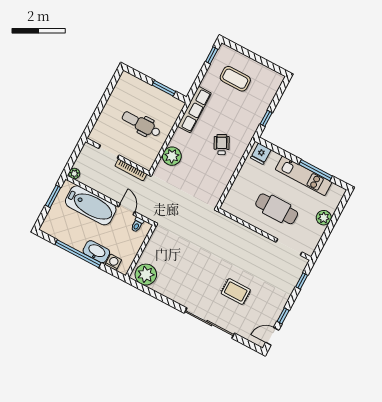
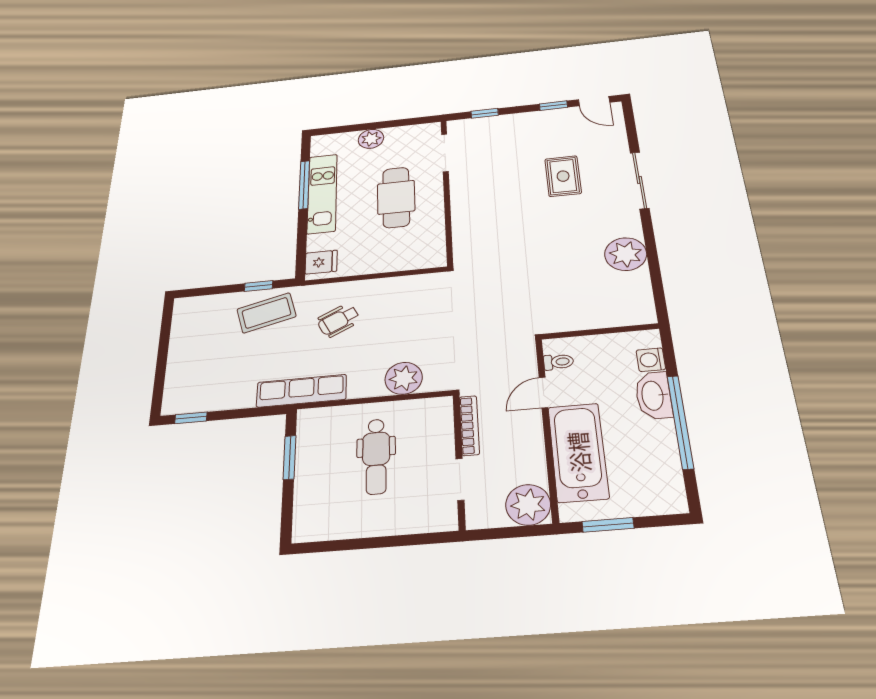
coffee table: (235, 79) -> (266, 313), moved, turned 75
plant: (74, 174) -> (528, 505), width x1.88, depth x1.88
plant: (146, 275) -> (626, 254), moved
sliding door: (209, 323) -> (640, 180), width x0.73

